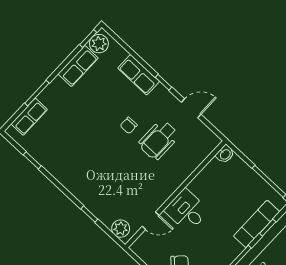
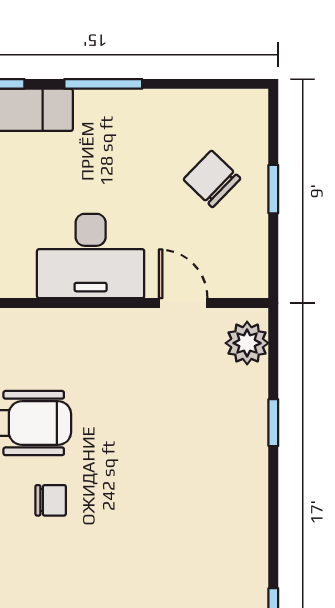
desk: (187, 211) -> (91, 256), width x1.37

